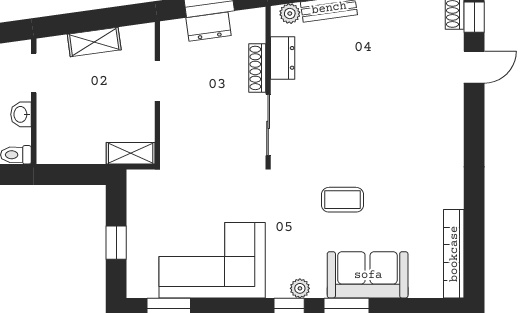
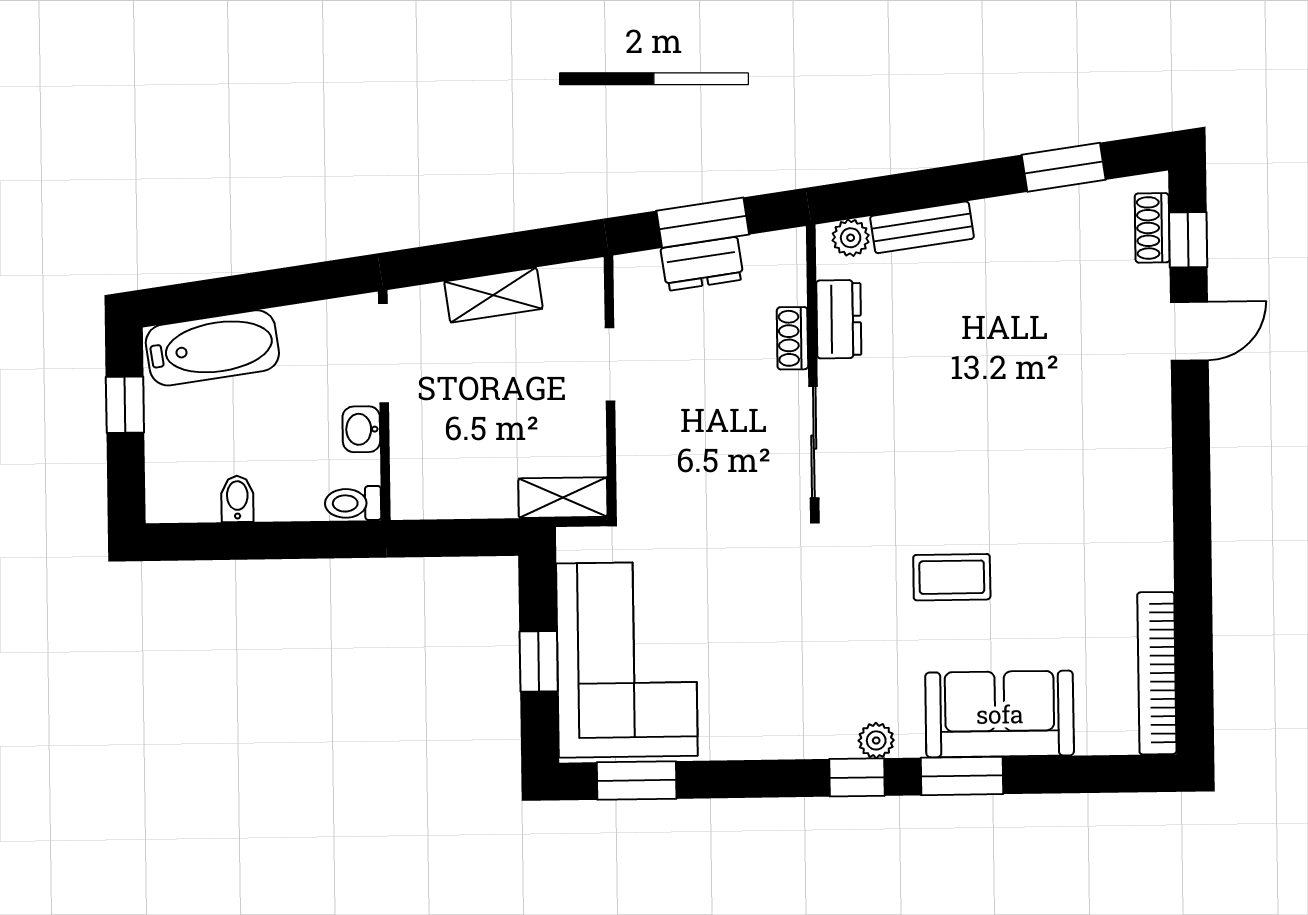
shoe rack: (257, 68) -> (792, 338), width x0.70
doorway: (34, 73) -> (384, 353), width x1.38
corner sofa: (212, 260) -> (627, 660), moved, turned 90

